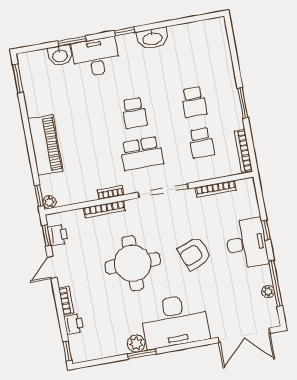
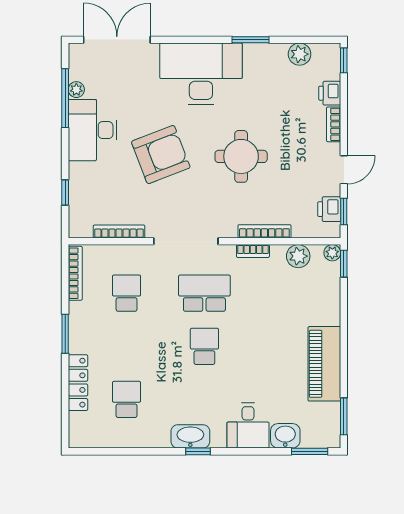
washbasin: (152, 38) -> (190, 436), moved
window: (72, 41) -> (310, 451), moved
desk: (96, 57) -> (248, 426), width x0.73
locker: (226, 67) -> (78, 383), added
school desk: (194, 102) -> (127, 399), moved
piano: (45, 145) -> (324, 364), moved
plant: (75, 195) -> (298, 256), added
window: (266, 230) -> (65, 192), moved
desk: (247, 243) -> (92, 130), moved
armchair: (194, 254) -> (161, 155), width x1.36, depth x1.36
round table: (133, 263) -> (241, 156), width x0.73, depth x0.73
plant: (136, 344) -> (300, 54), moved

